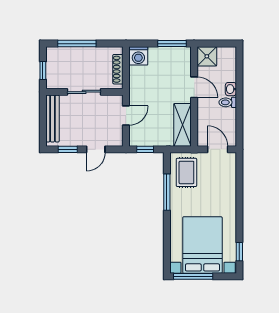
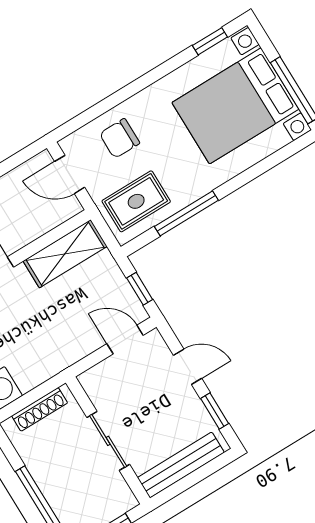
door: (126, 116) -> (125, 340), moved
door: (218, 149) -> (70, 174), hinge flipped
chair: (220, 183) -> (120, 138), added

